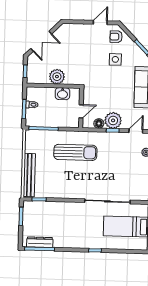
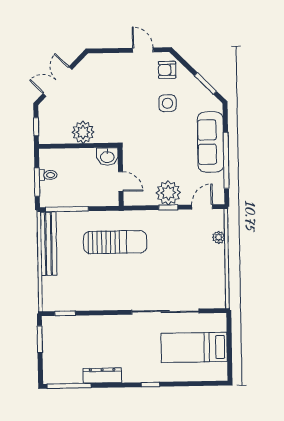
door: (100, 22) -> (143, 50), hinge flipped
double door: (41, 41) -> (58, 82), swing flipped
washbasin: (62, 94) -> (107, 157), moved
door: (81, 111) -> (121, 182), hinge flipped
floor lamp: (99, 123) -> (148, 198), removed
bench: (29, 175) -> (48, 244), moved
dresser: (40, 242) -> (102, 375), moved

